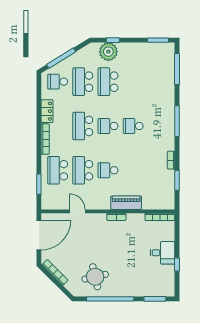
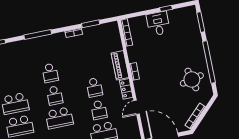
school desk: (83, 170) -> (99, 110), width x0.54
locker: (99, 204) -> (126, 89), added

